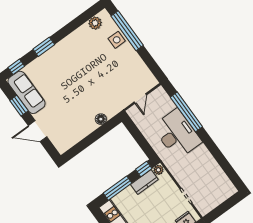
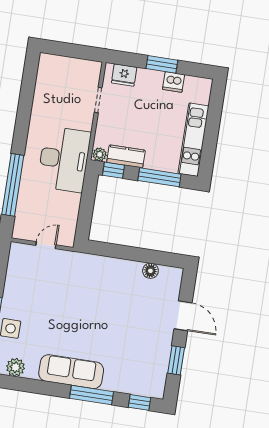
window: (44, 47) -> (91, 395), width x1.44
sofa: (27, 92) -> (71, 372), moved, turned 90
floor lamp: (101, 119) -> (150, 271), moved
desk: (177, 134) -> (64, 159), moved, turned 180

